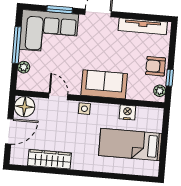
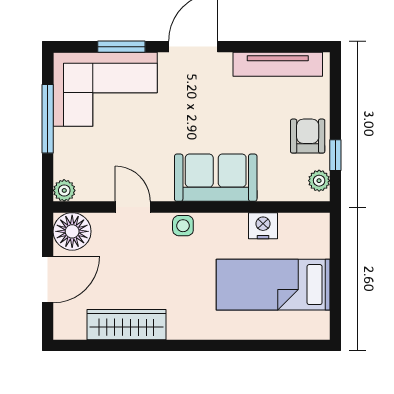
armchair: (156, 66) -> (308, 136), turned 90
plant: (24, 67) -> (64, 190), moved

